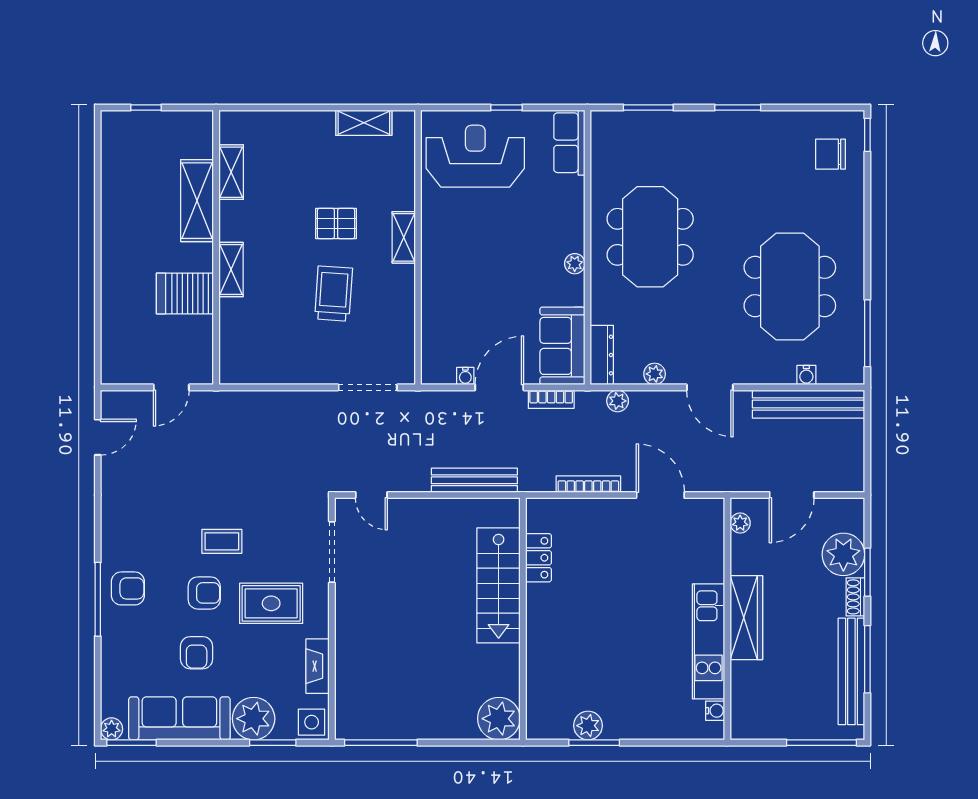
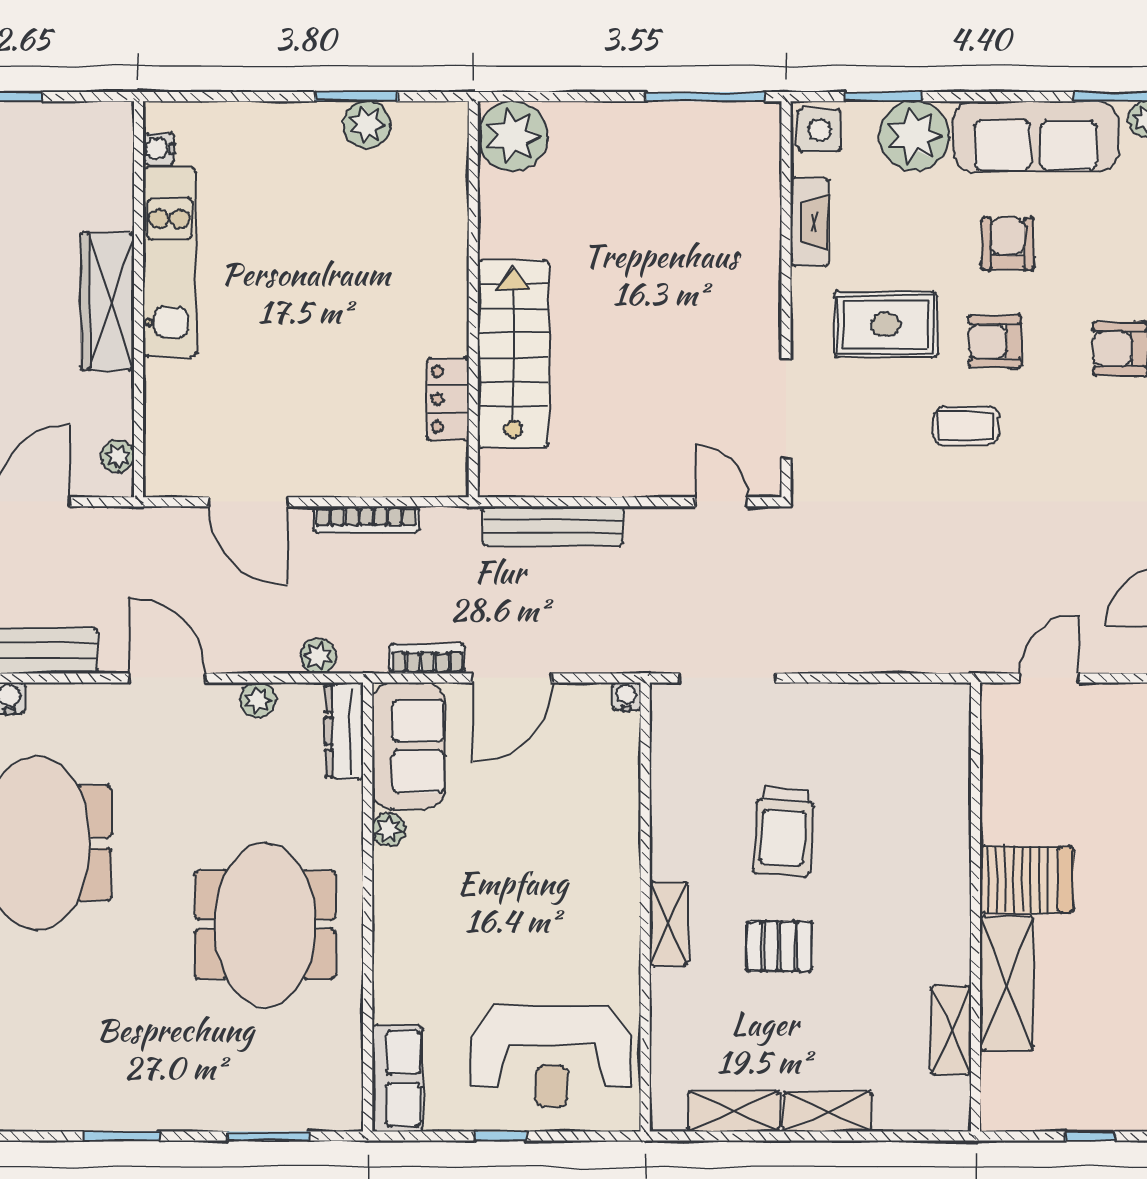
plant: (575, 264) -> (389, 829), moved
shelving: (231, 269) -> (827, 1112), moved, turned 90
server rack: (185, 293) -> (1027, 880), moved
water cooler: (465, 376) -> (627, 697), moved

